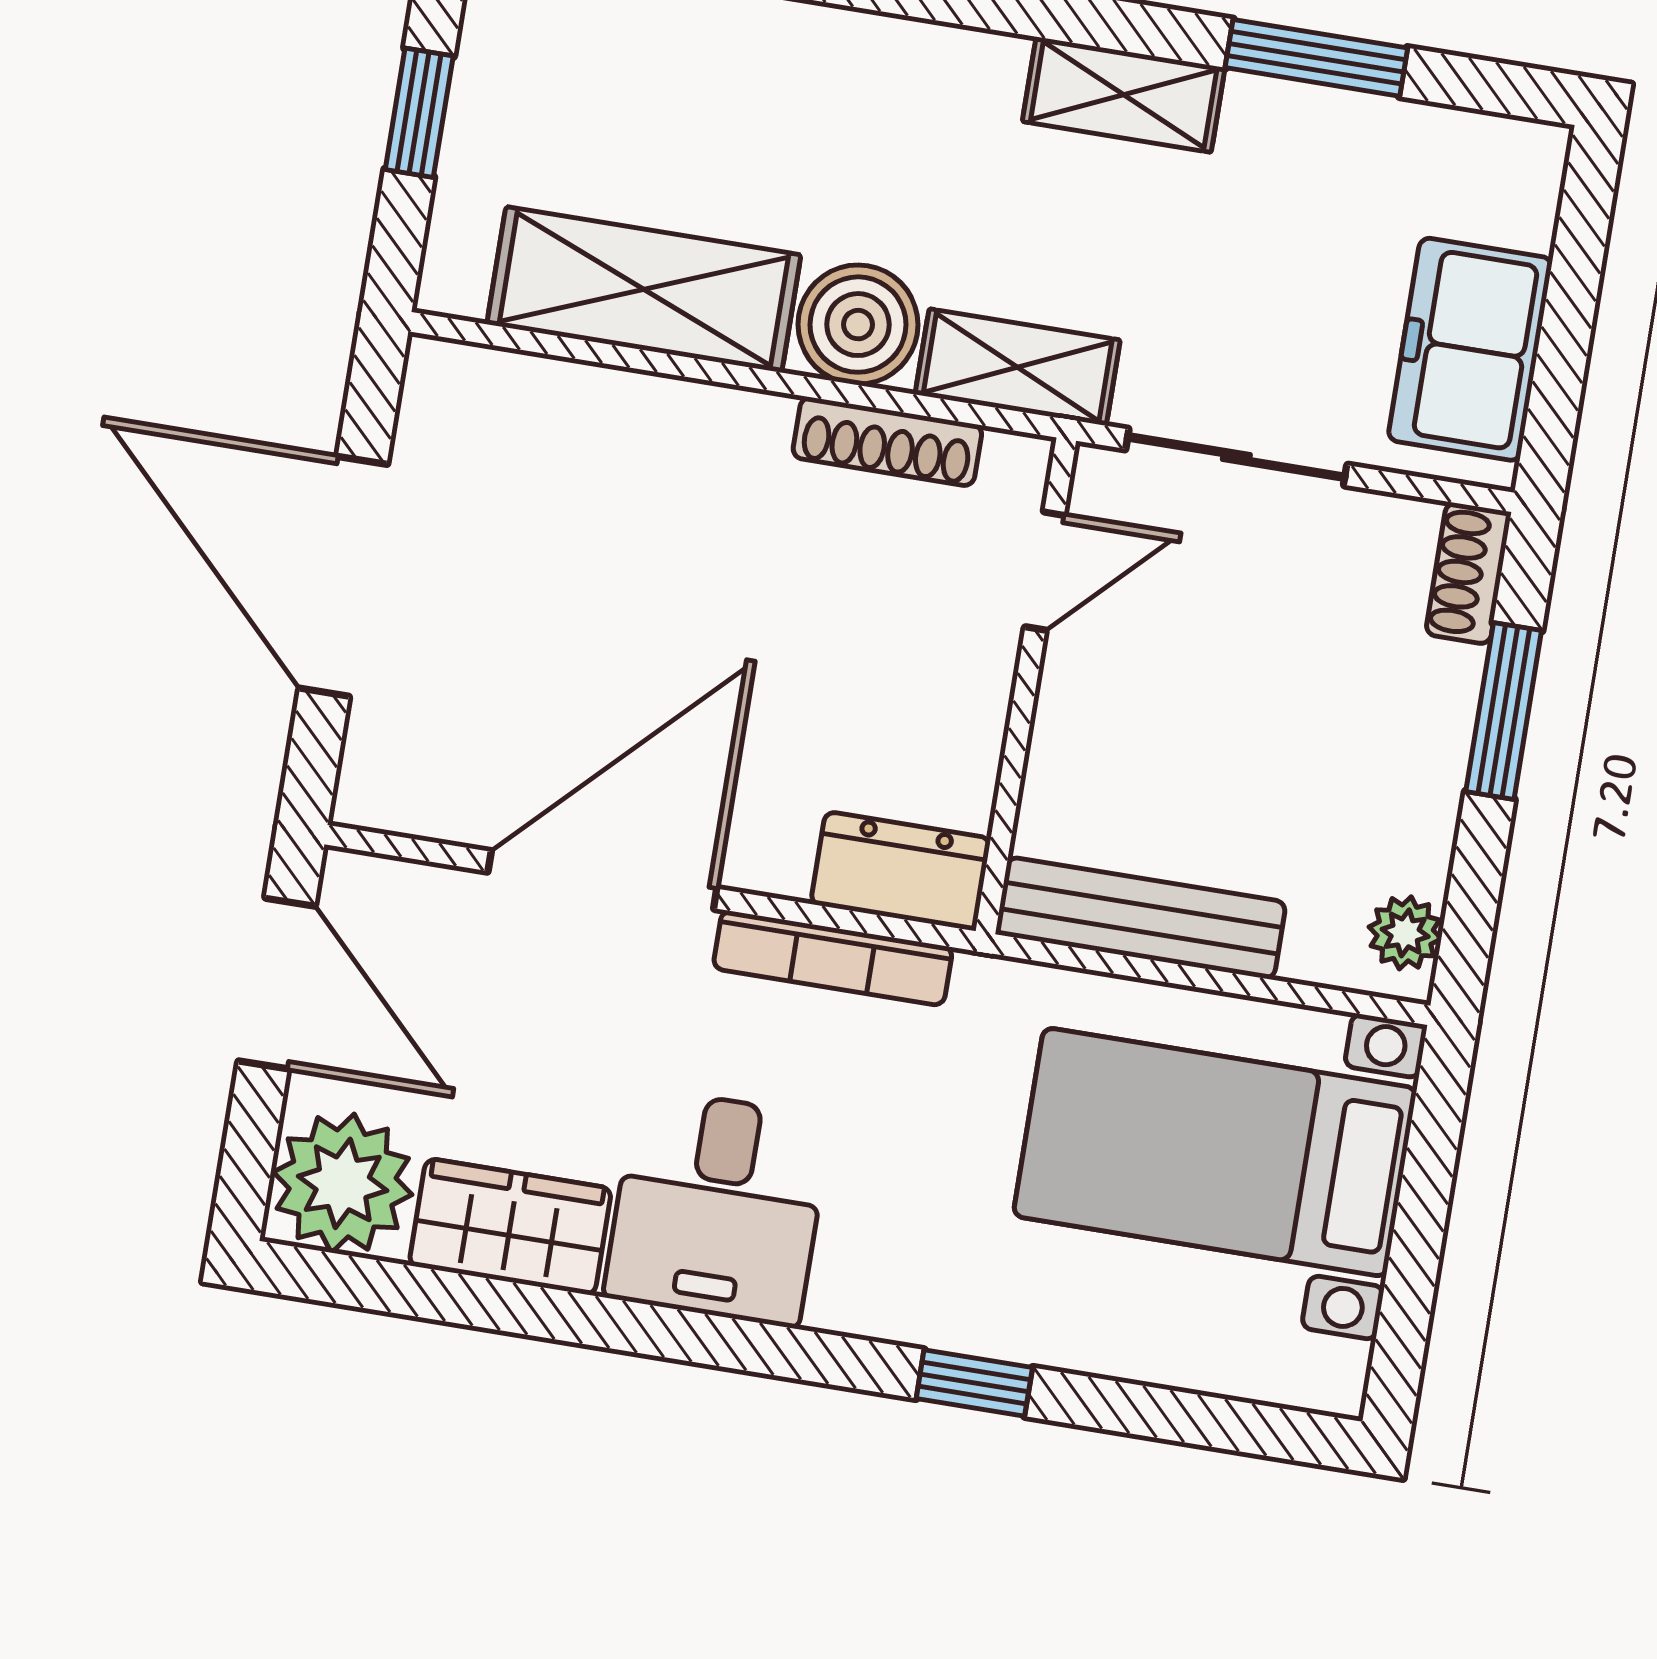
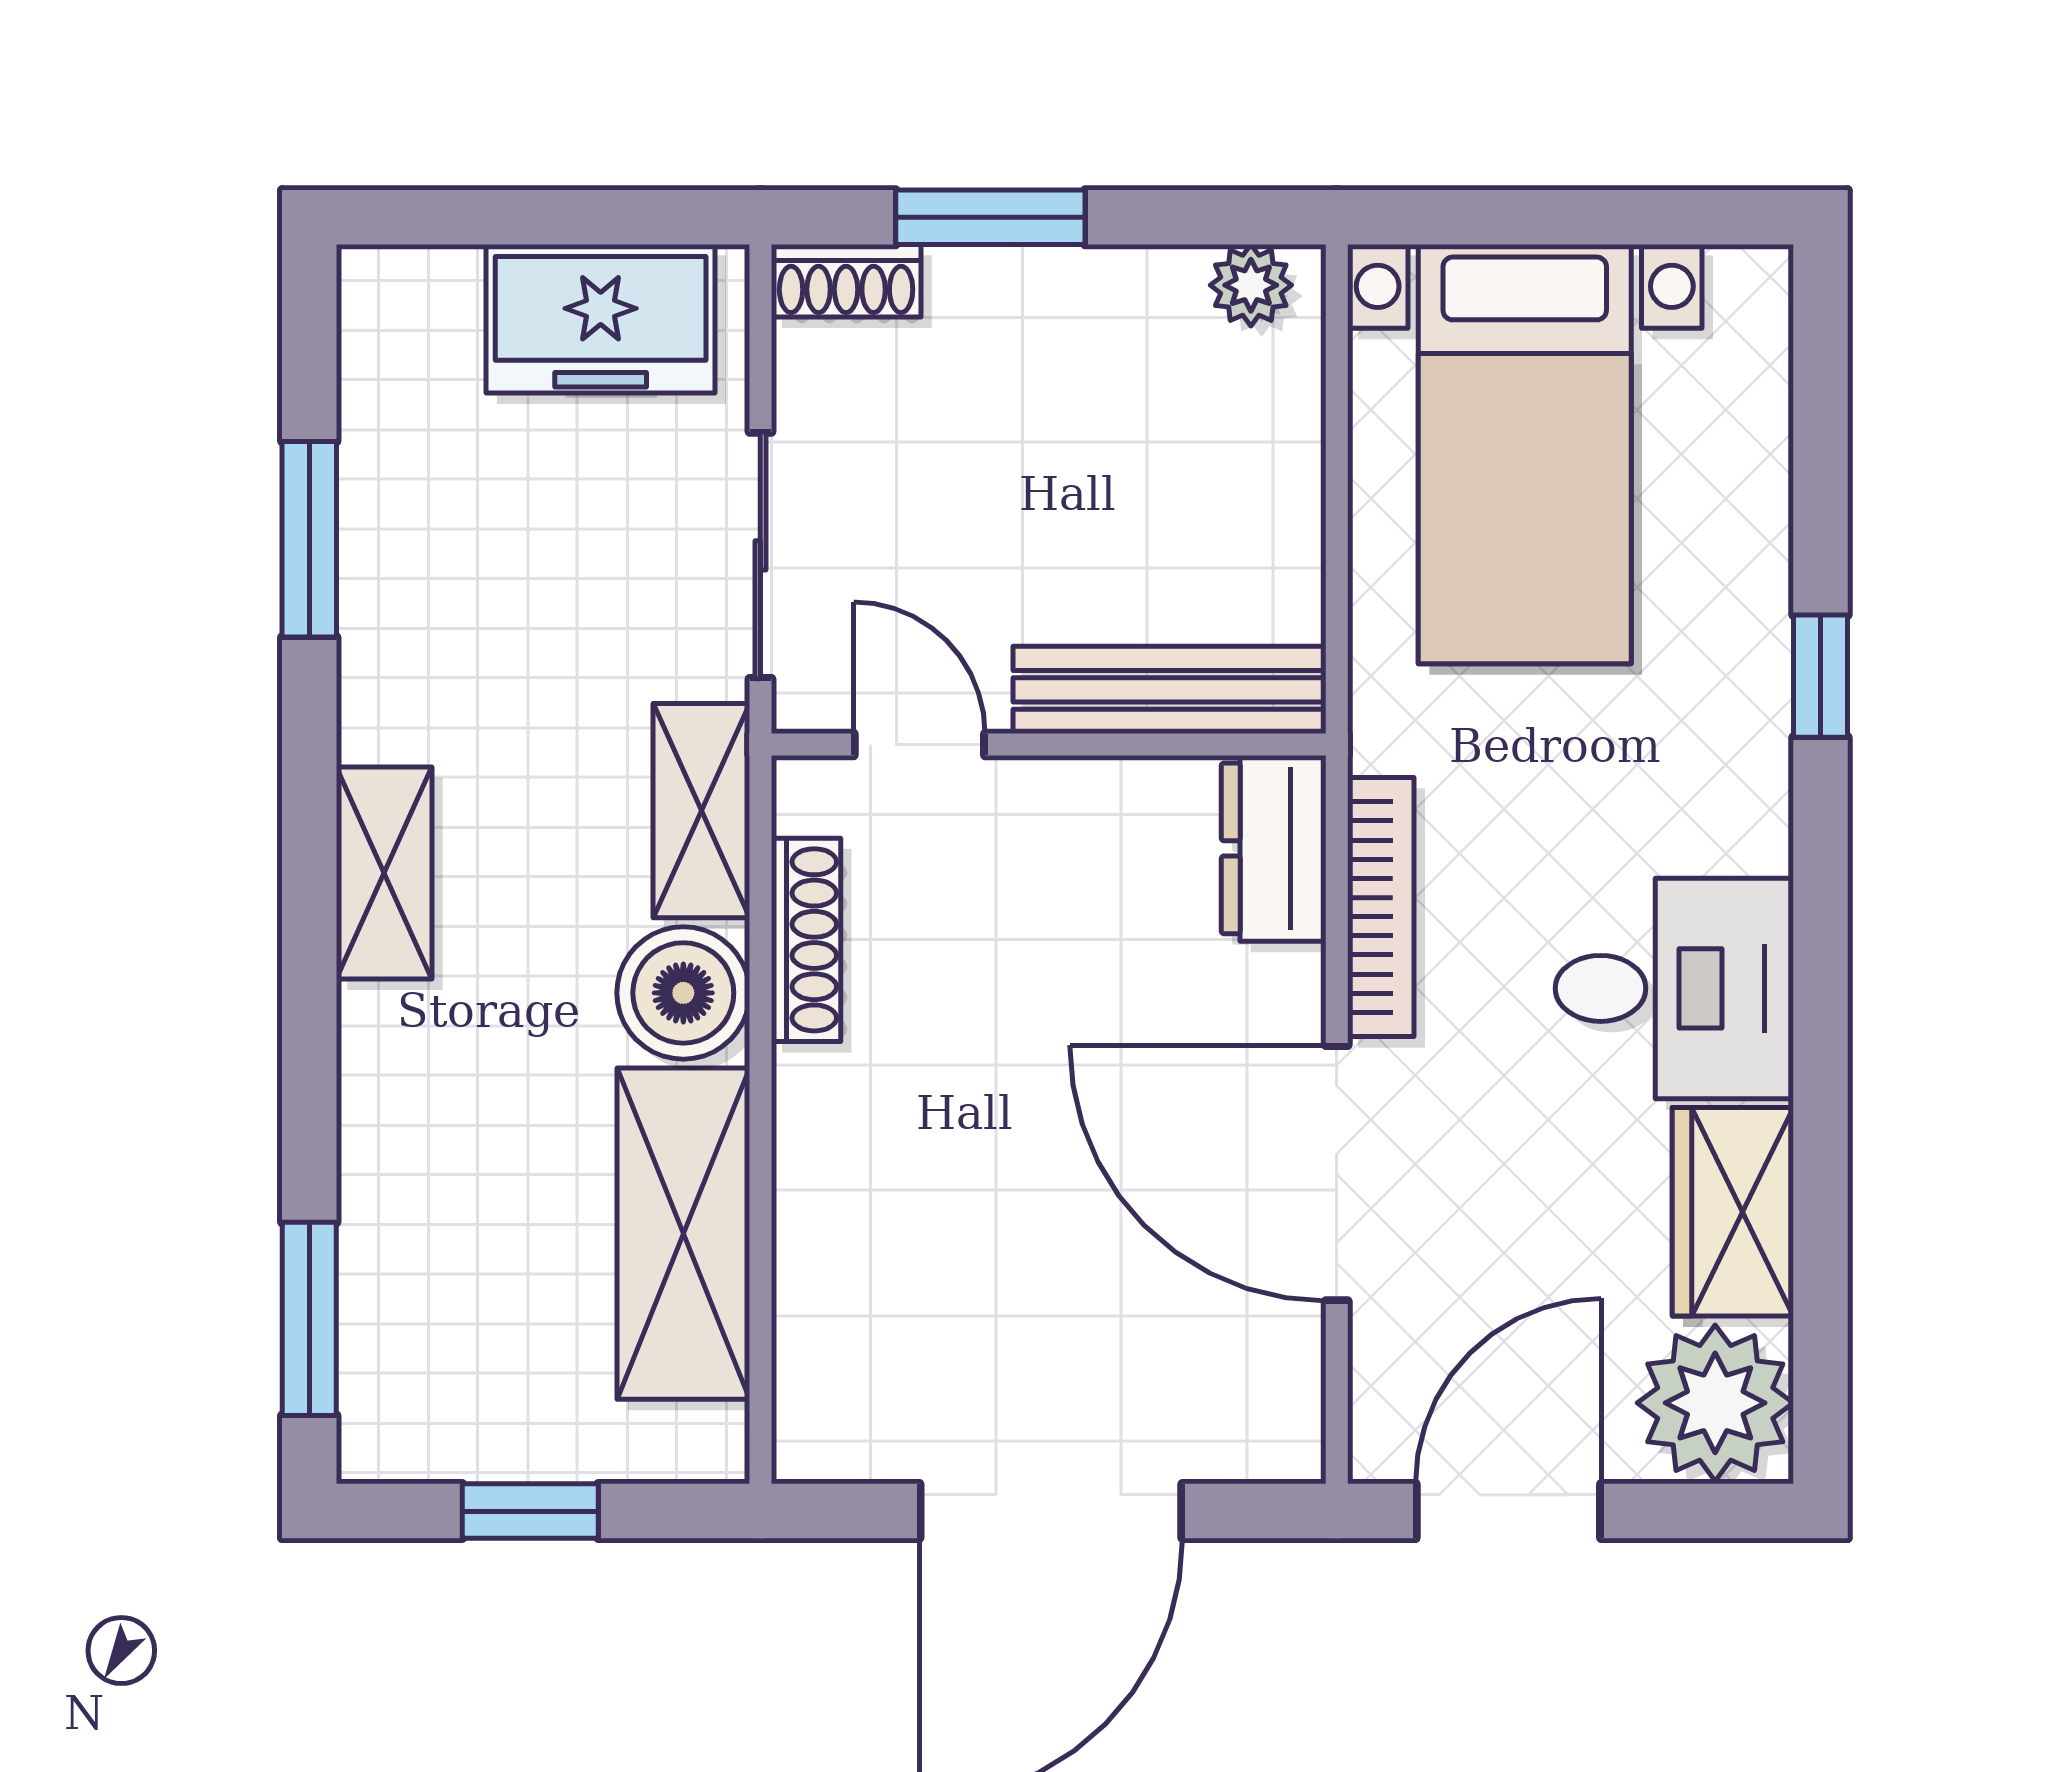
shelving: (1124, 95) -> (384, 873), moved
bench: (1141, 918) -> (1169, 690), moved, turned 90

